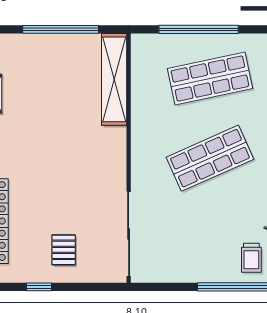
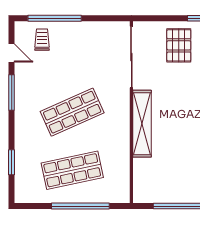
shelving: (114, 79) -> (142, 124), moved
pallet: (64, 250) -> (179, 45), width x1.50, depth x1.42

